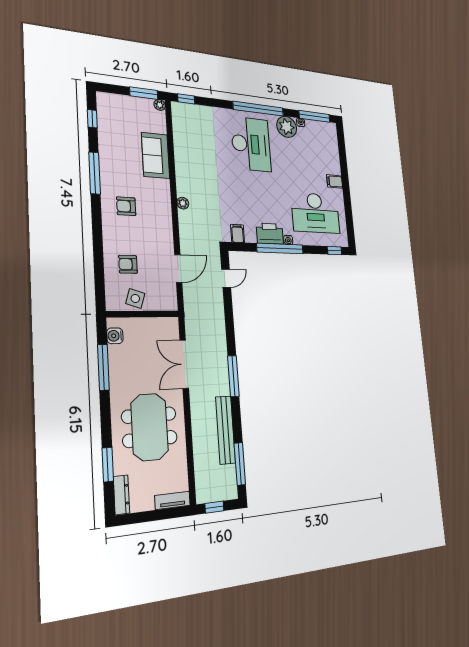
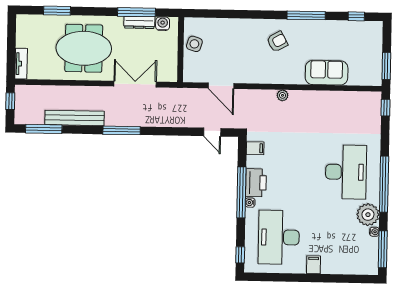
plant: (160, 105) -> (376, 81), removed
desk: (251, 144) -> (346, 172), turned -90
armchair: (126, 206) -> (277, 42), turned 61
armchair: (128, 264) -> (225, 40), removed
dresser: (121, 495) -> (139, 22), moved

